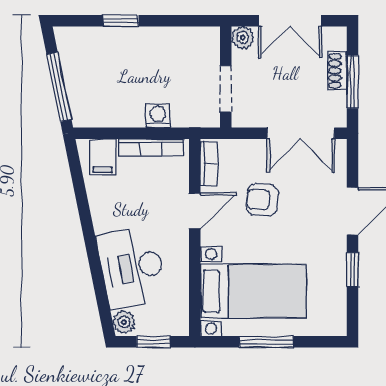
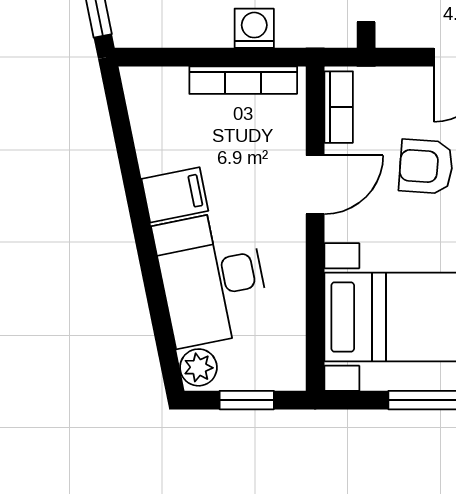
filing cabinet: (103, 157) -> (175, 195), moved, turned -101

